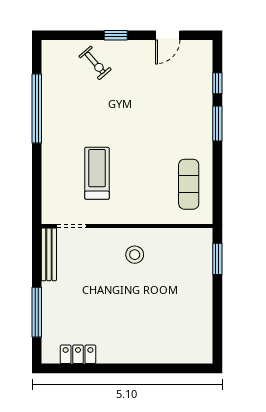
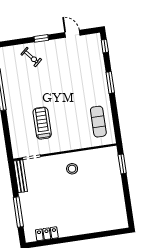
door: (168, 35) -> (72, 34), swing flipped
window: (217, 83) -> (105, 46), moved

